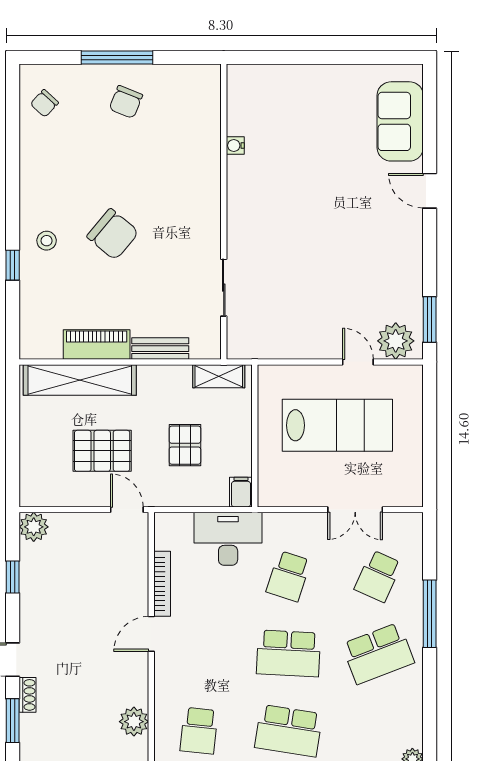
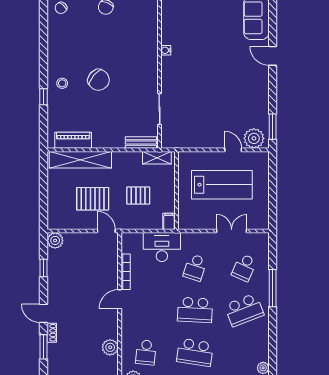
water cooler: (235, 145) -> (166, 50), moved
piano: (97, 344) -> (73, 140), moved
bench: (160, 349) -> (141, 143), moved
pallet: (185, 445) -> (138, 196), turned 90
double door: (355, 510) -> (232, 231), swing flipped

